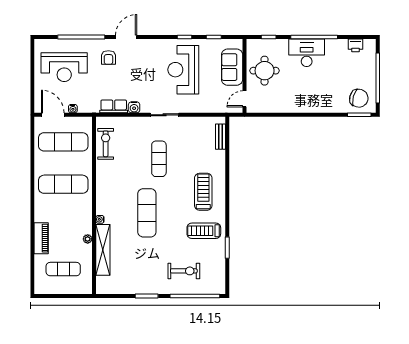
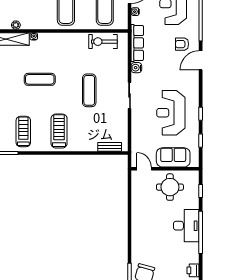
door: (126, 37) -> (201, 60), swing flipped
reception desk: (183, 70) -> (171, 113), turned -90
row of seats: (114, 106) -> (137, 43), width x1.48
exercise bike: (106, 144) -> (103, 42), turned 180
exercise mat: (159, 159) -> (89, 90), turned 90
treadmill: (203, 192) -> (59, 131), turned -90
exercise mat: (147, 213) -> (40, 79), width x0.73, depth x0.69

